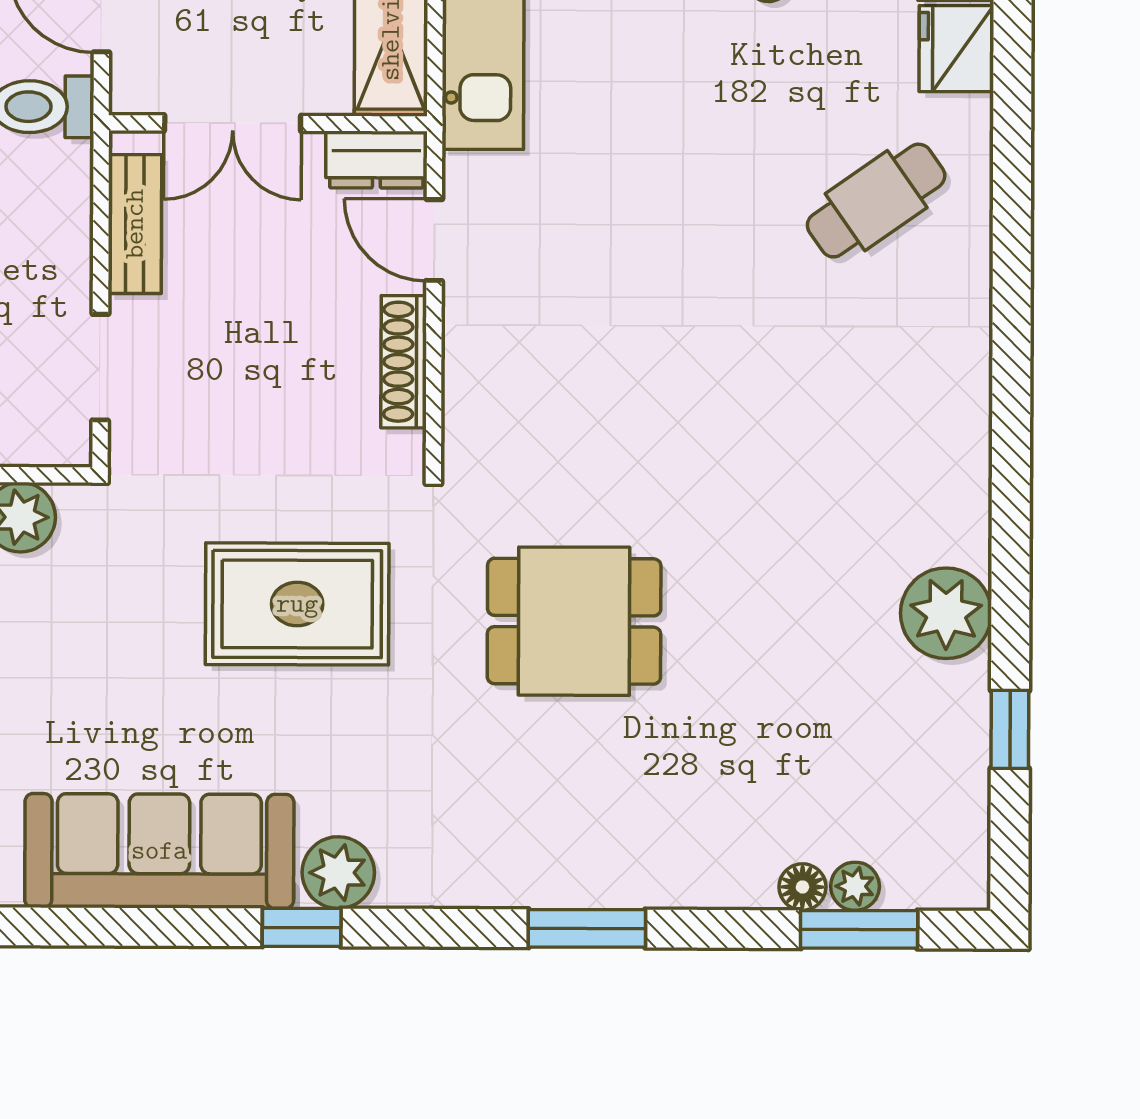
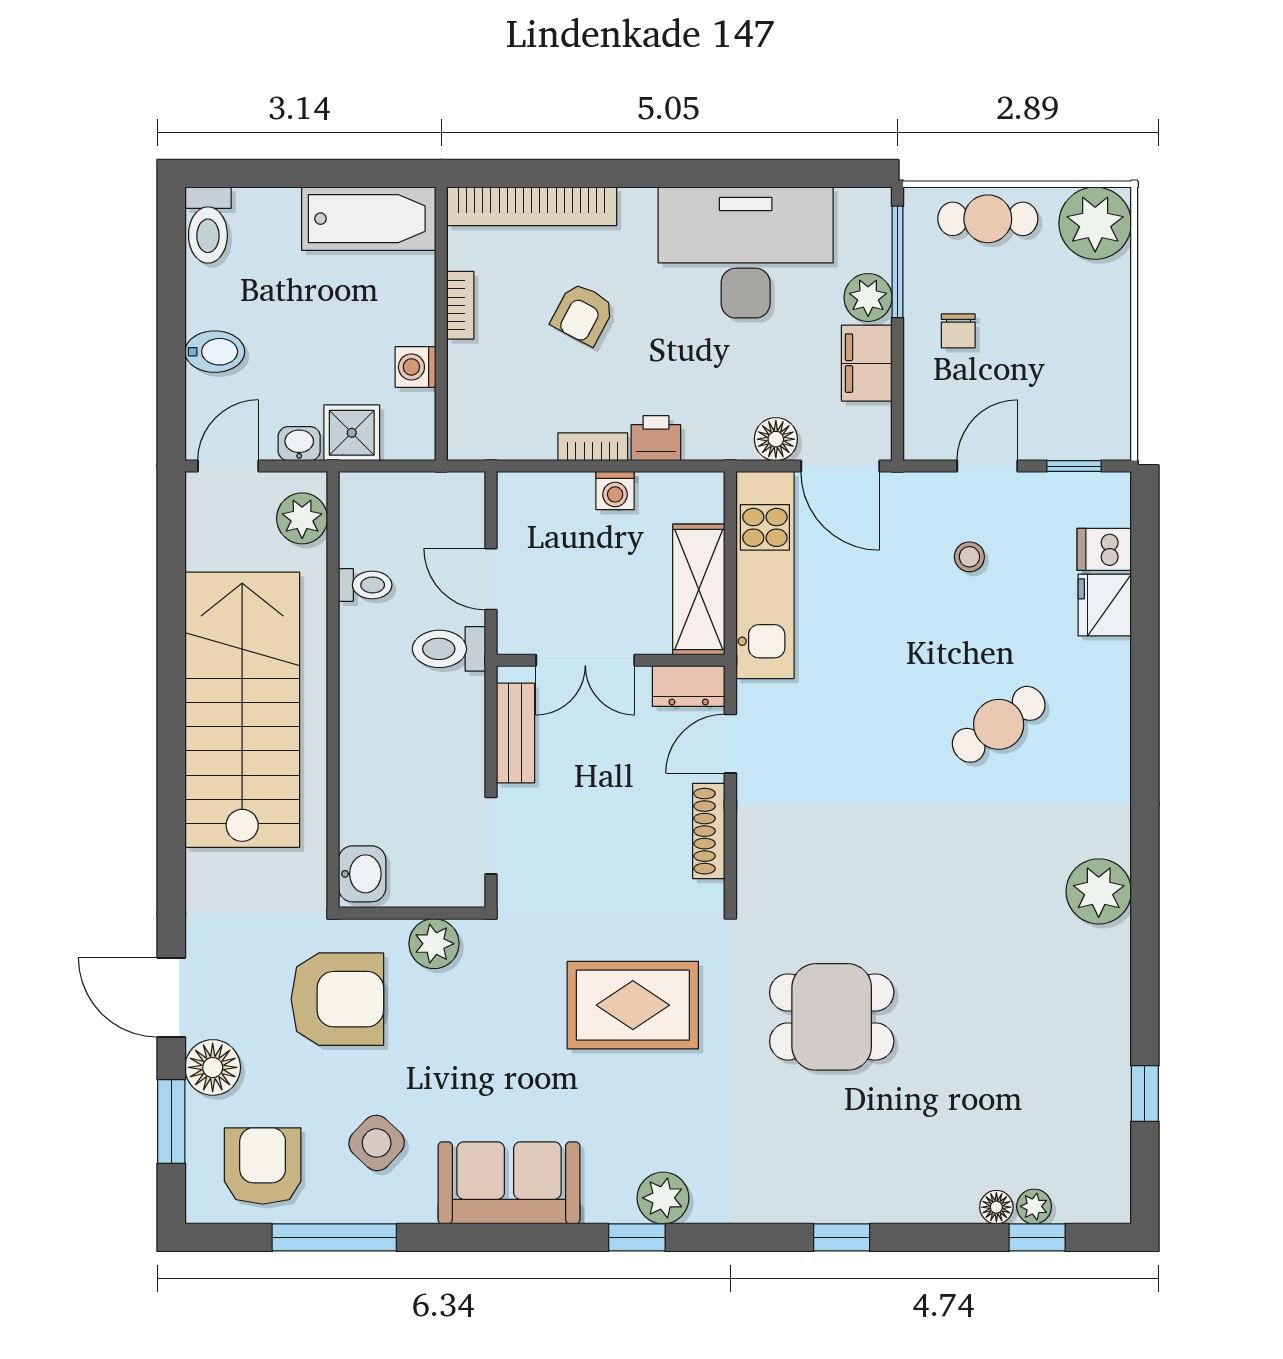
cafe table: (876, 201) -> (999, 724), moved
door: (434, 240) -> (730, 744), hinge flipped
plant: (946, 613) -> (1099, 891), moved
sofa: (159, 851) -> (509, 1183), width x0.73
window: (587, 928) -> (842, 1237), width x0.67
window: (859, 929) -> (1037, 1237), width x0.67

